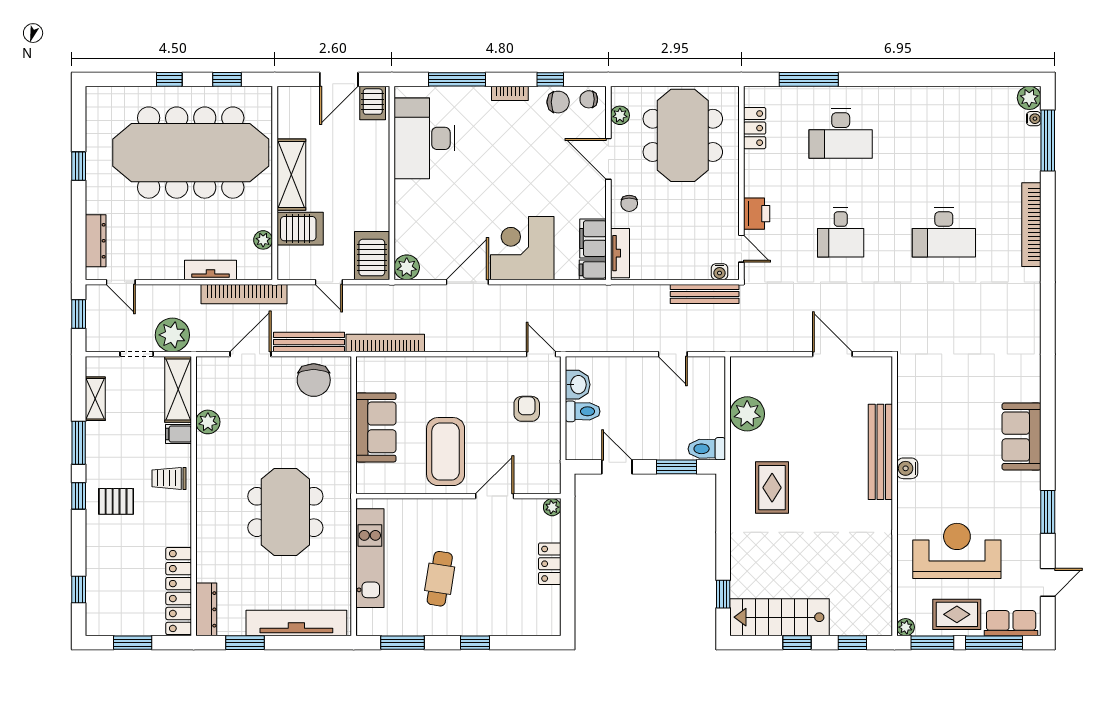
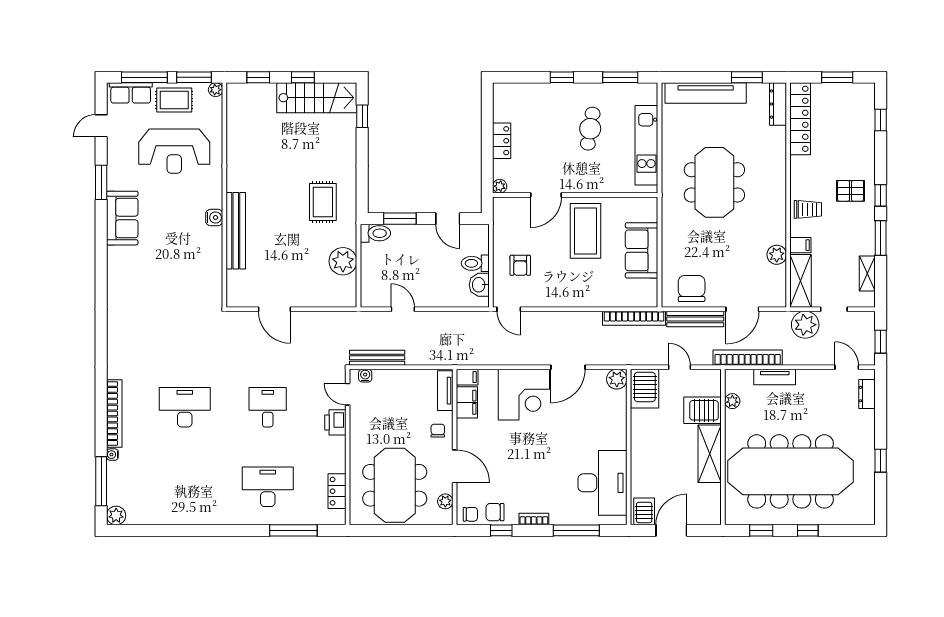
water cooler: (1034, 119) -> (112, 455), moved
dresser: (96, 241) -> (867, 394), width x0.70
sofa: (1022, 437) -> (122, 218), moved

